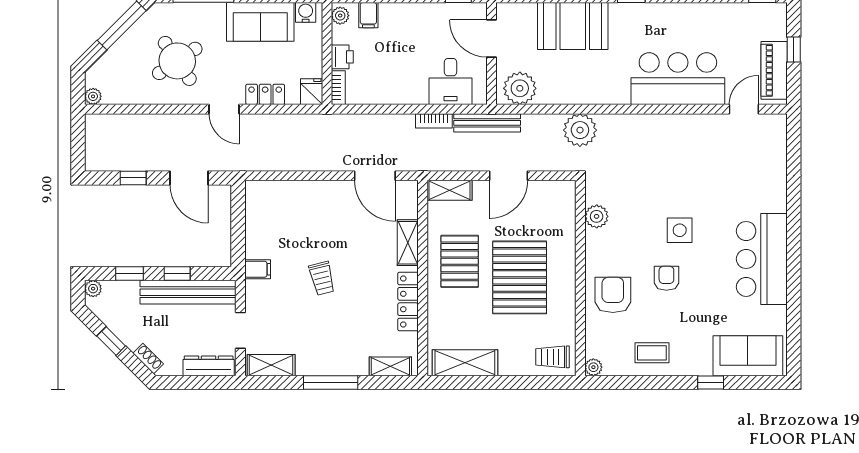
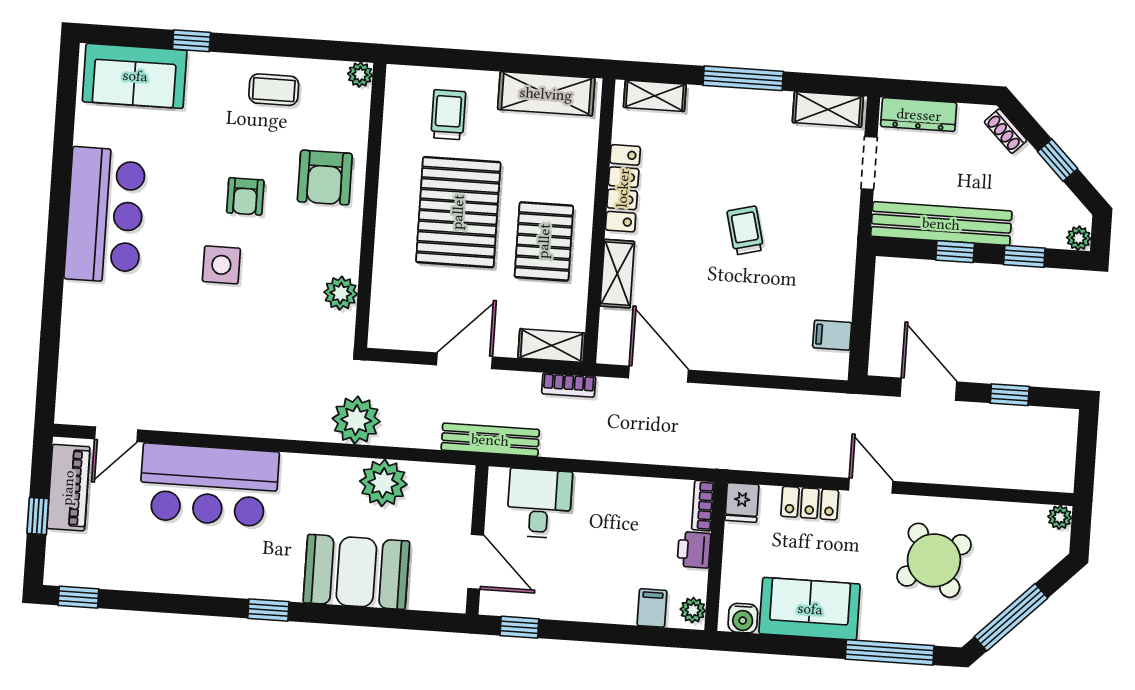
plant: (520, 88) -> (383, 483), moved
bookcase: (434, 121) -> (569, 385), moved, turned 180
filing cabinet: (258, 269) -> (832, 335), moved
trolley: (552, 357) -> (448, 115), moved, turned -90

